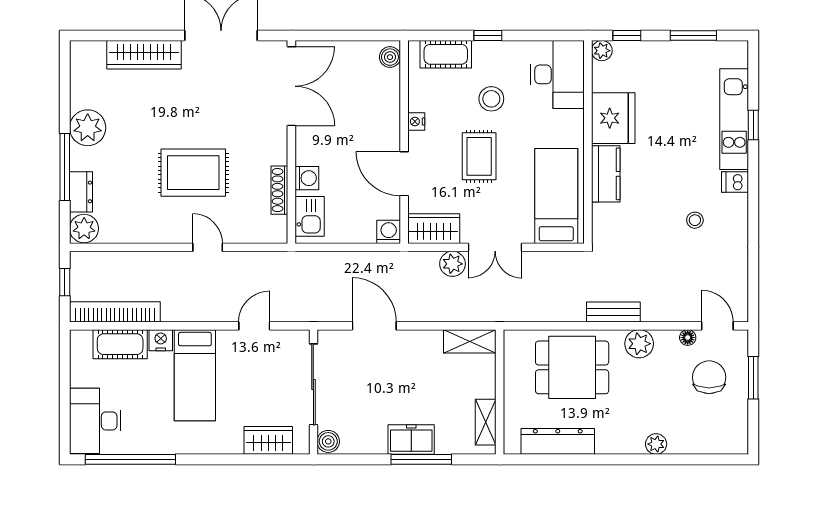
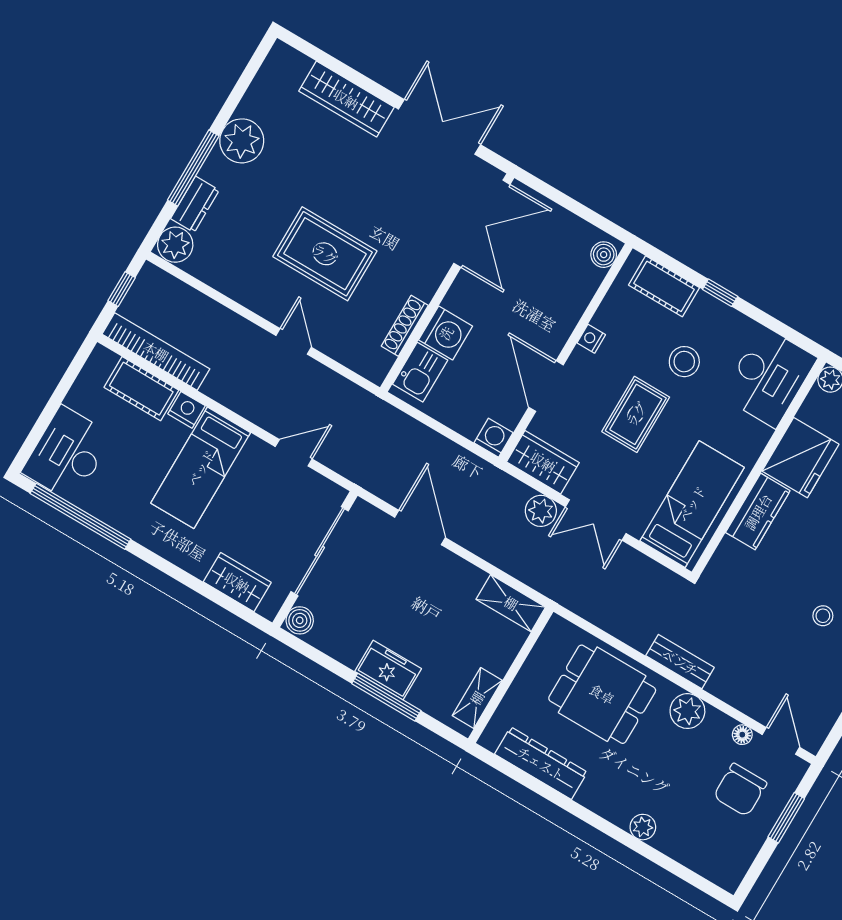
washing machine: (307, 178) -> (446, 333), width x1.38, depth x1.38
chair: (709, 377) -> (740, 790), turned 180

